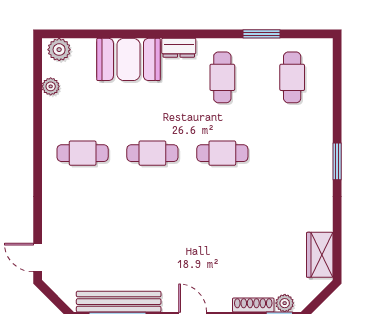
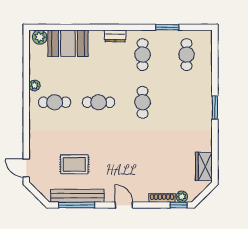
booth: (128, 59) -> (68, 43), moved
plant: (51, 86) -> (34, 85), moved
cafe table: (222, 153) -> (143, 102), turned 90
rug: (114, 252) -> (74, 164), added

